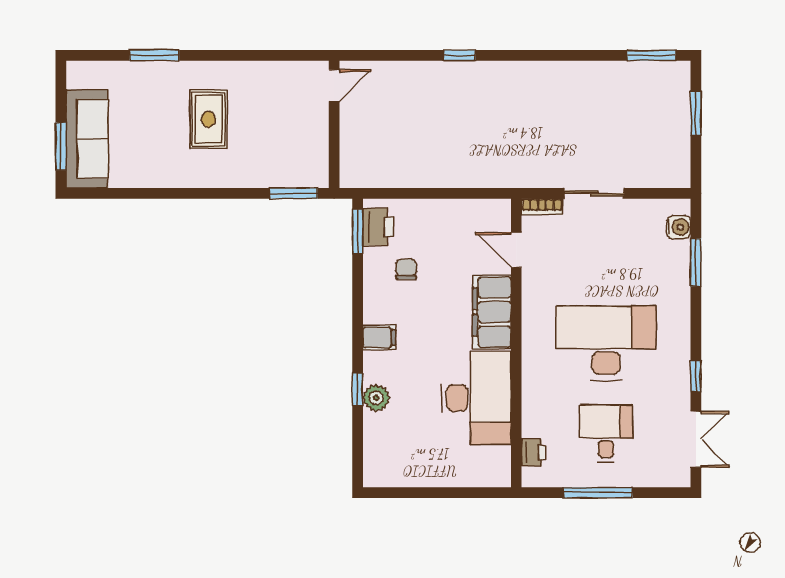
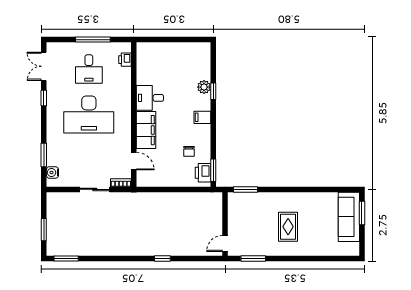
window: (154, 55) -> (253, 259), moved
desk: (476, 398) -> (150, 98), width x0.53, depth x0.77

